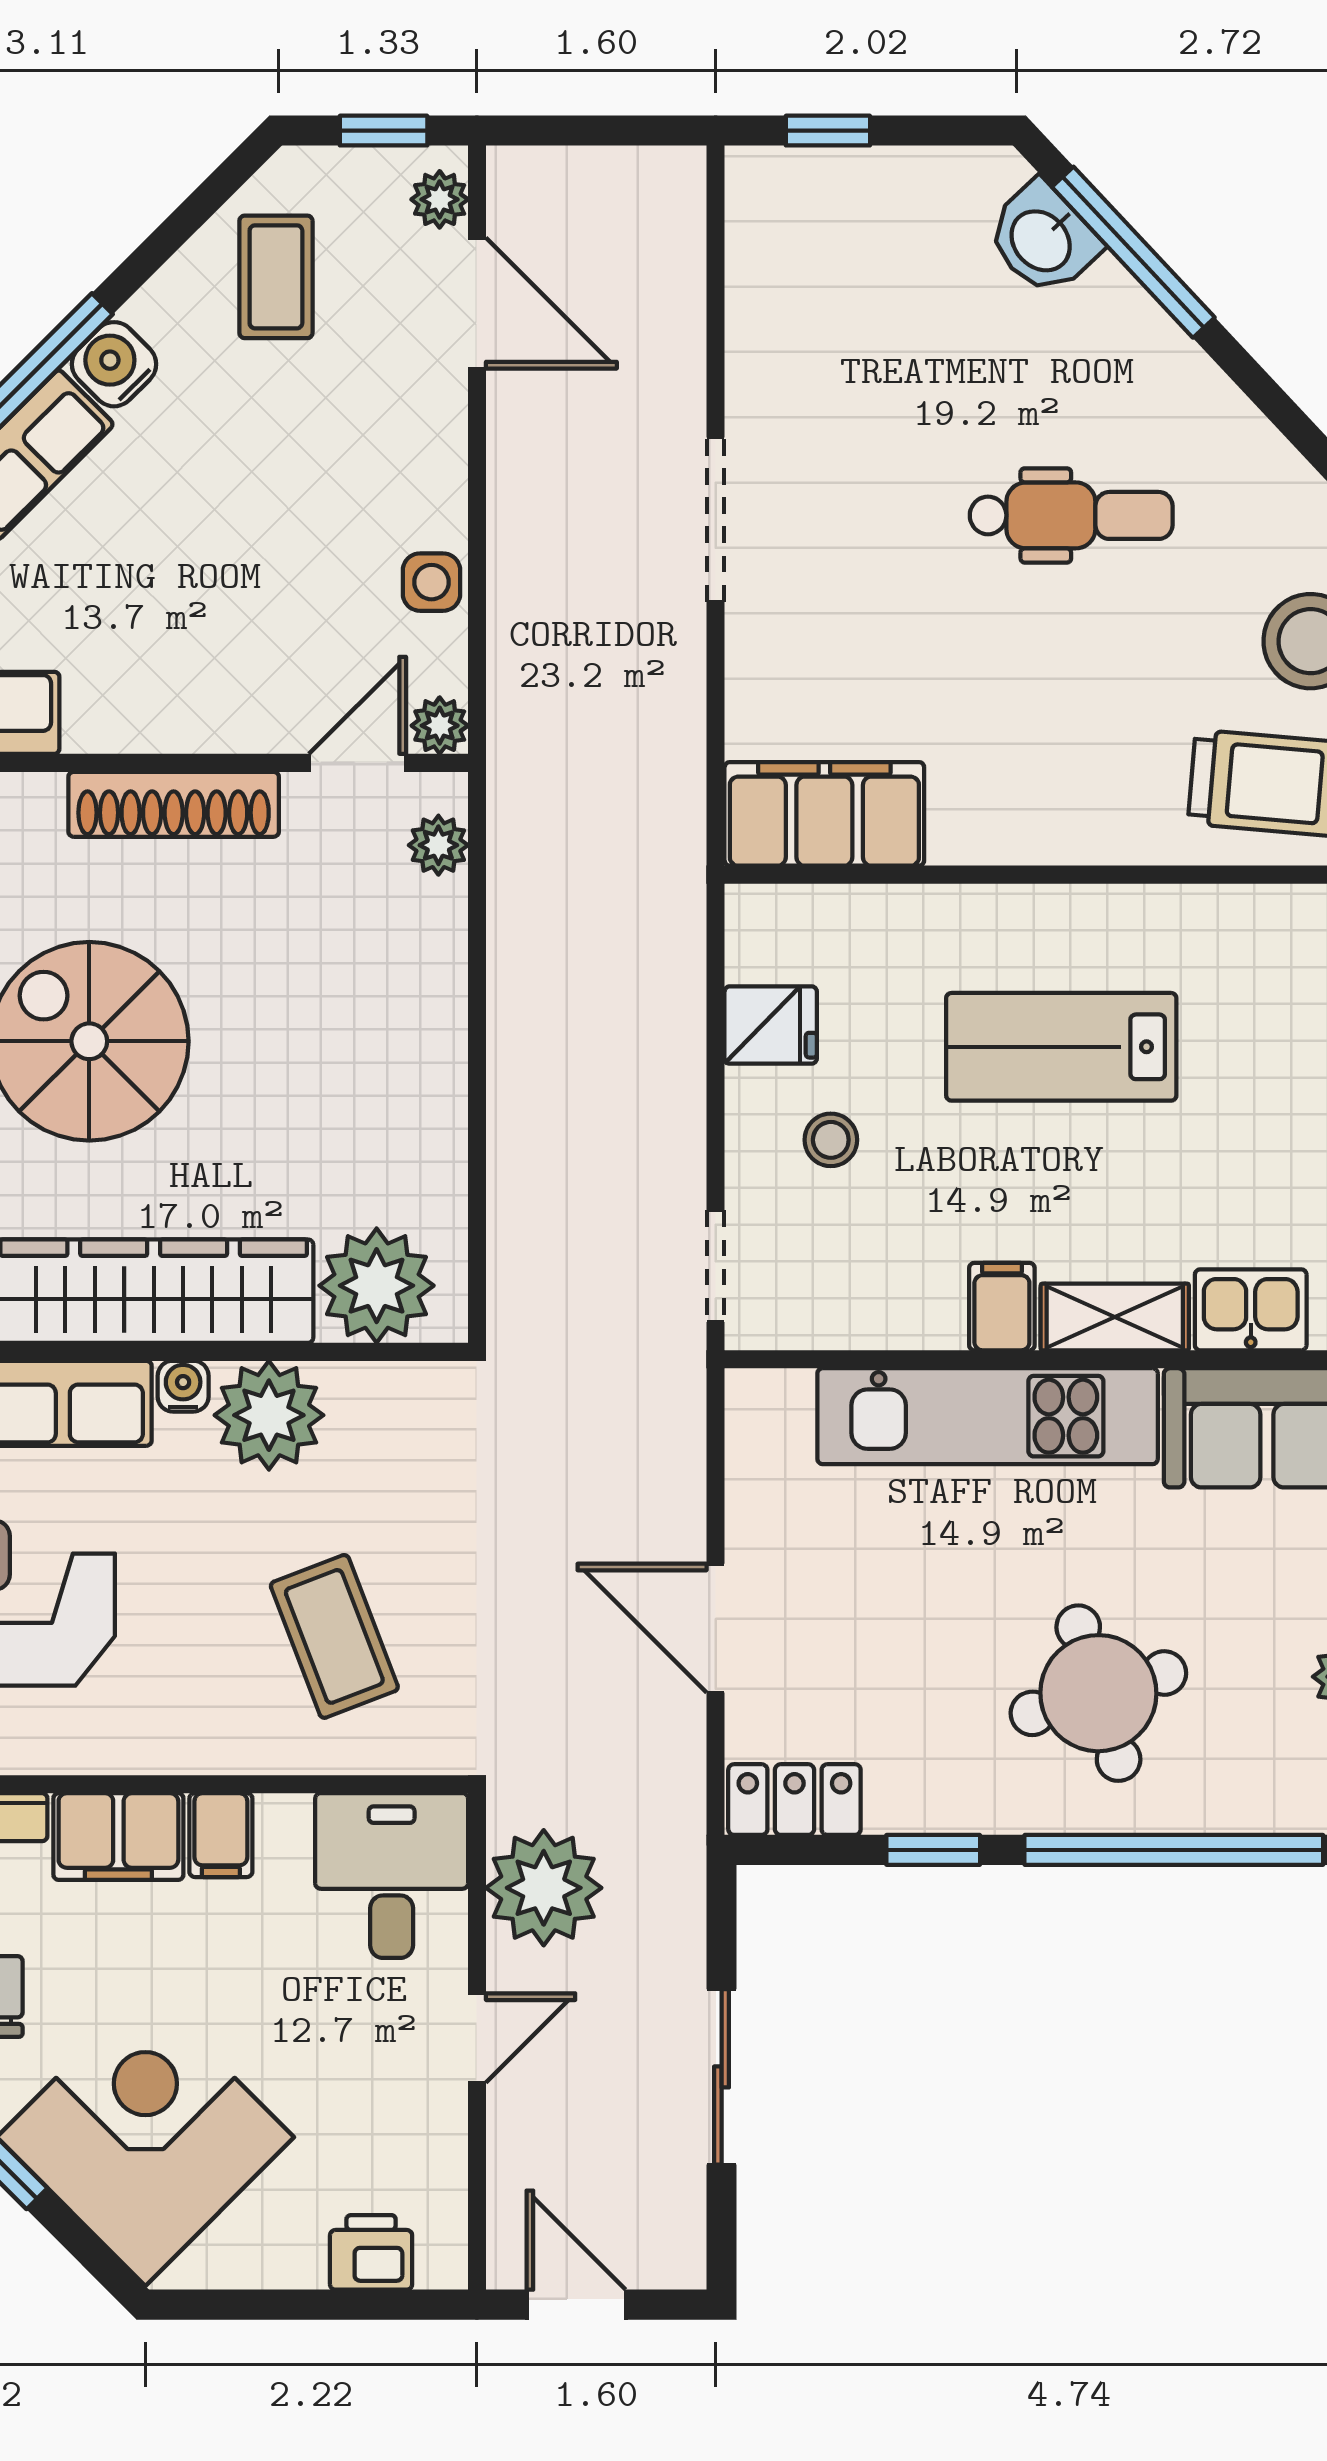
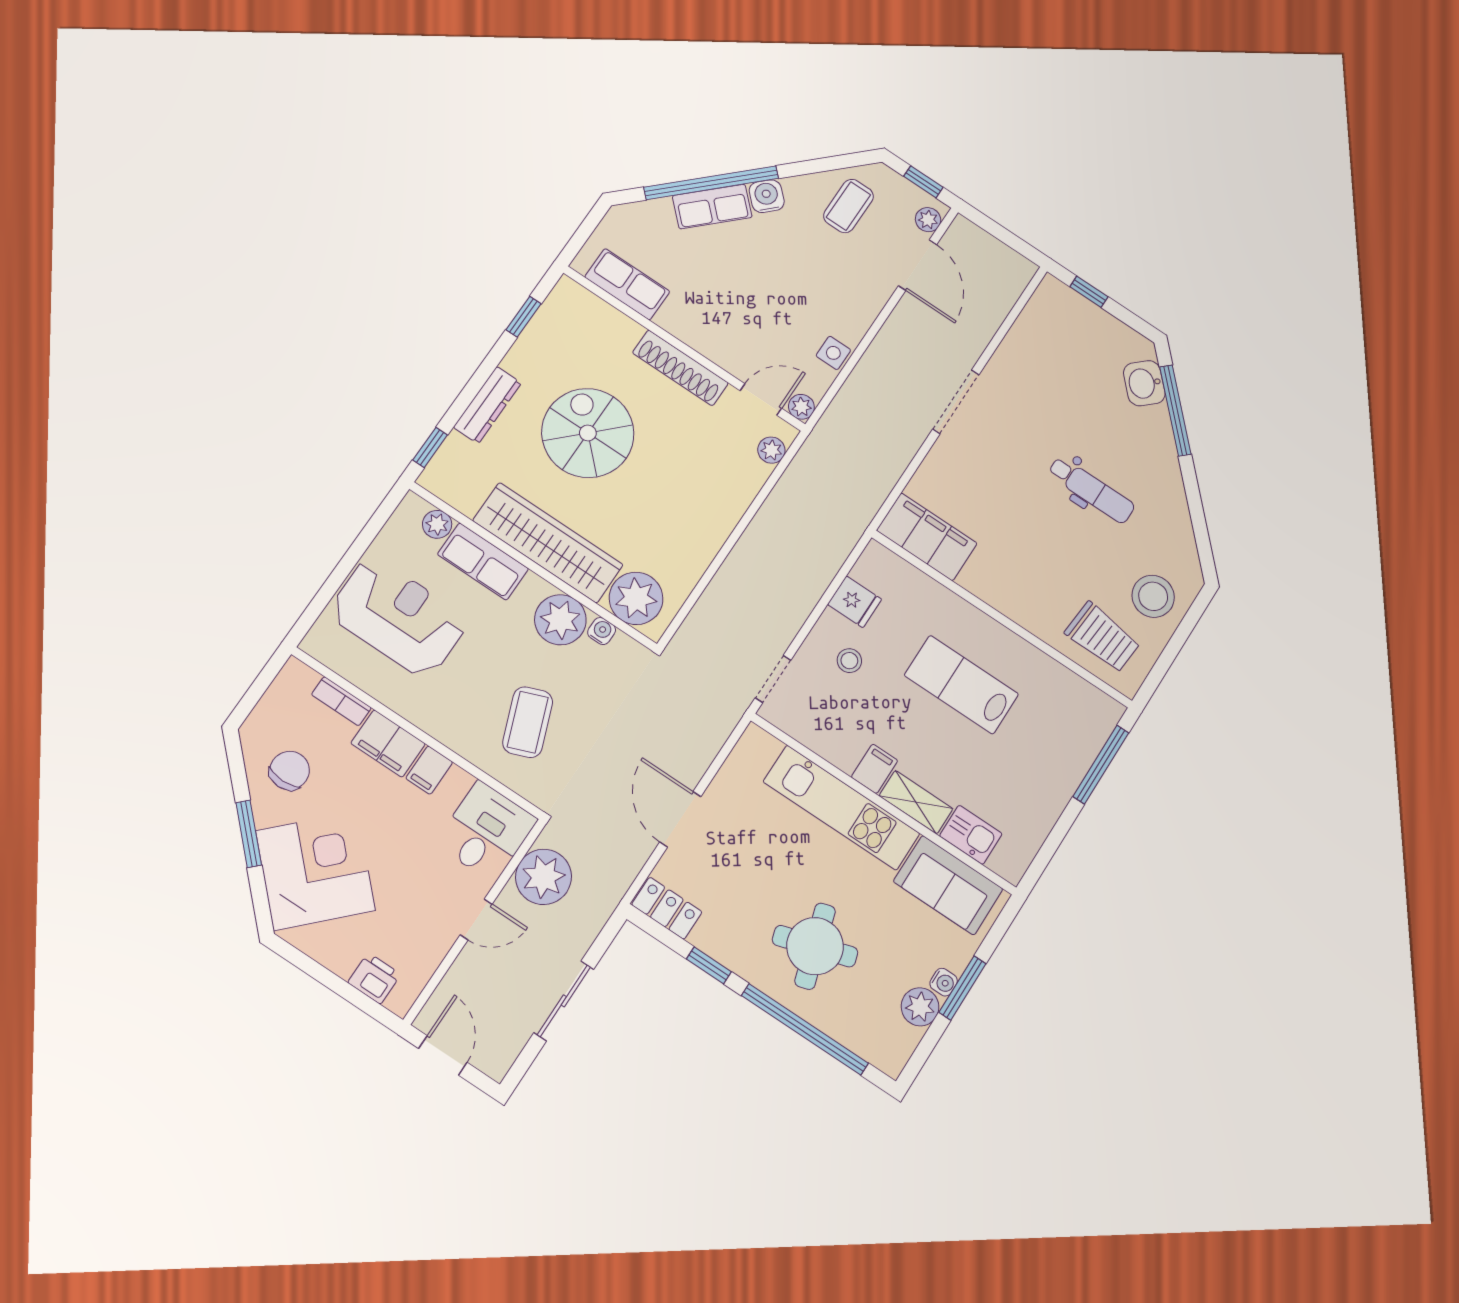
water cooler: (183, 1386) -> (602, 631), moved

